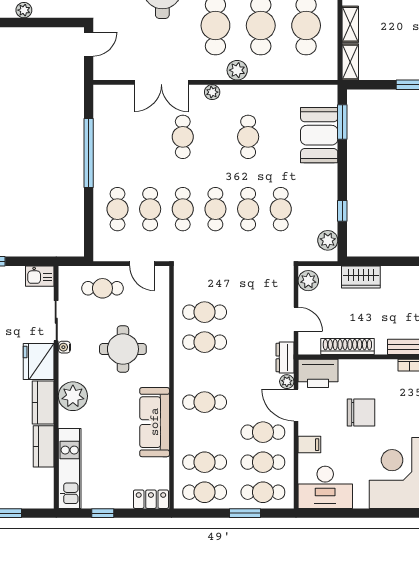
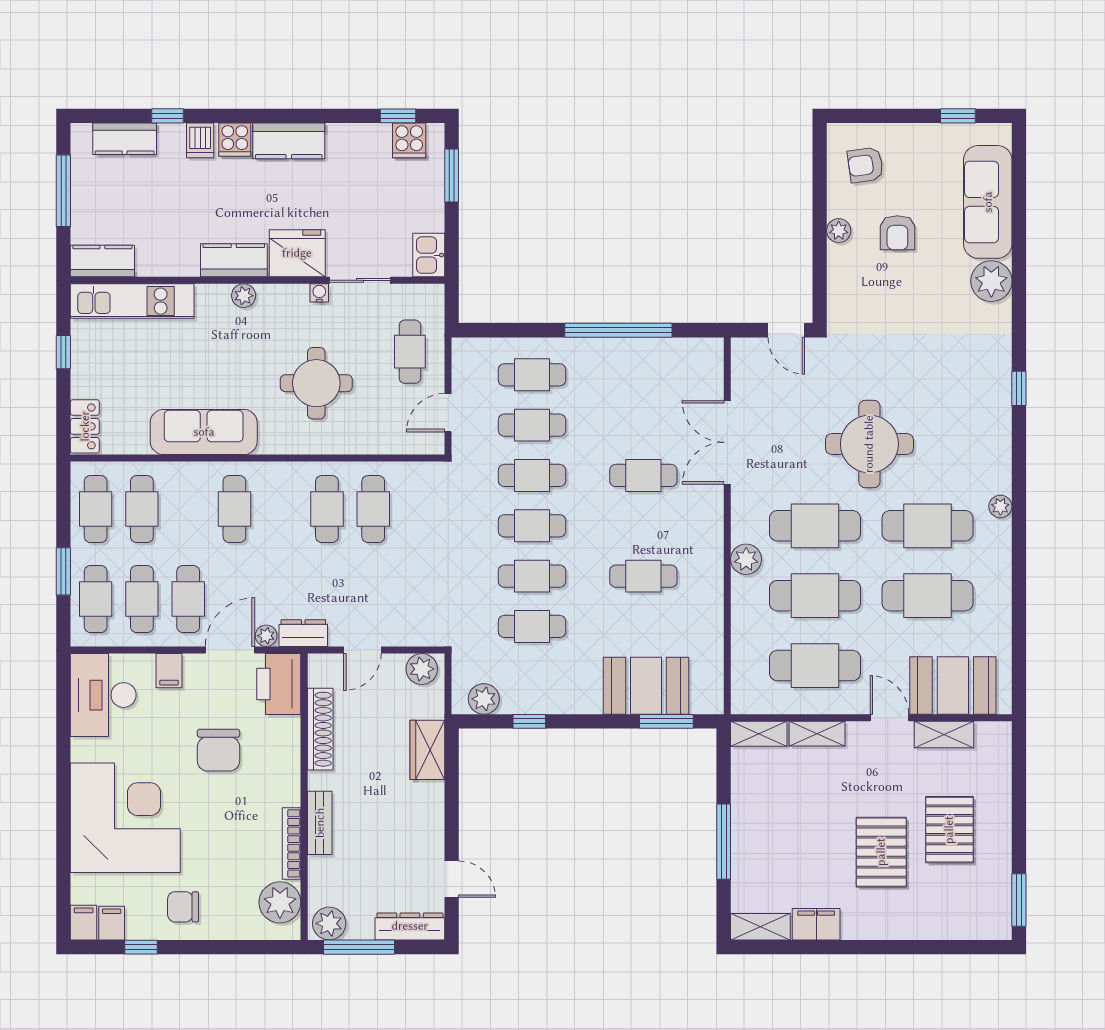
plant: (212, 92) -> (712, 521), removed
plant: (73, 396) -> (244, 296), width x0.53, depth x0.53
kitchen counter: (44, 446) -> (102, 261), moved

